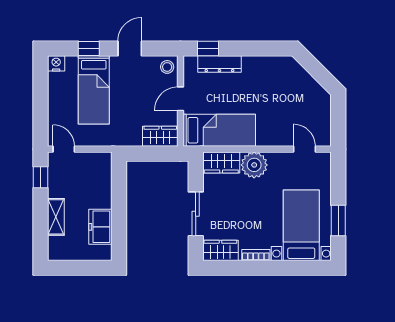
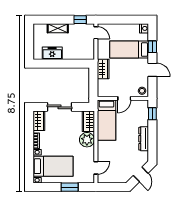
dresser: (219, 64) -> (144, 139), moved
door: (316, 69) -> (141, 174), added
door: (180, 99) -> (124, 98), swing flipped
wardrobe: (160, 136) -> (103, 69), moved
door: (64, 149) -> (96, 33), hinge flipped
window: (338, 220) -> (70, 187), moved

